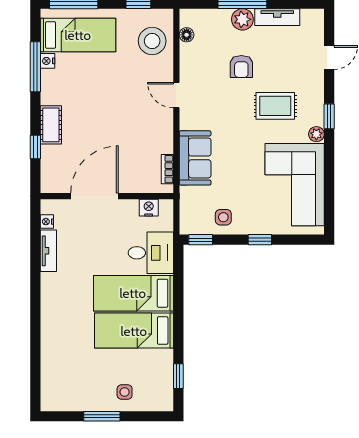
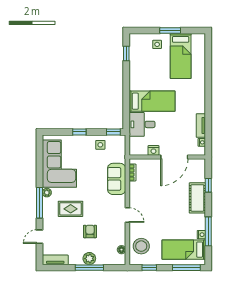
tv unit: (277, 17) -> (55, 260), moved
window: (329, 116) -> (40, 203), width x2.17
cot: (51, 125) -> (197, 198), width x1.37, depth x1.34
nightstand: (149, 208) -> (153, 150), moved
bed: (134, 331) -> (181, 56), moved, turned 90

